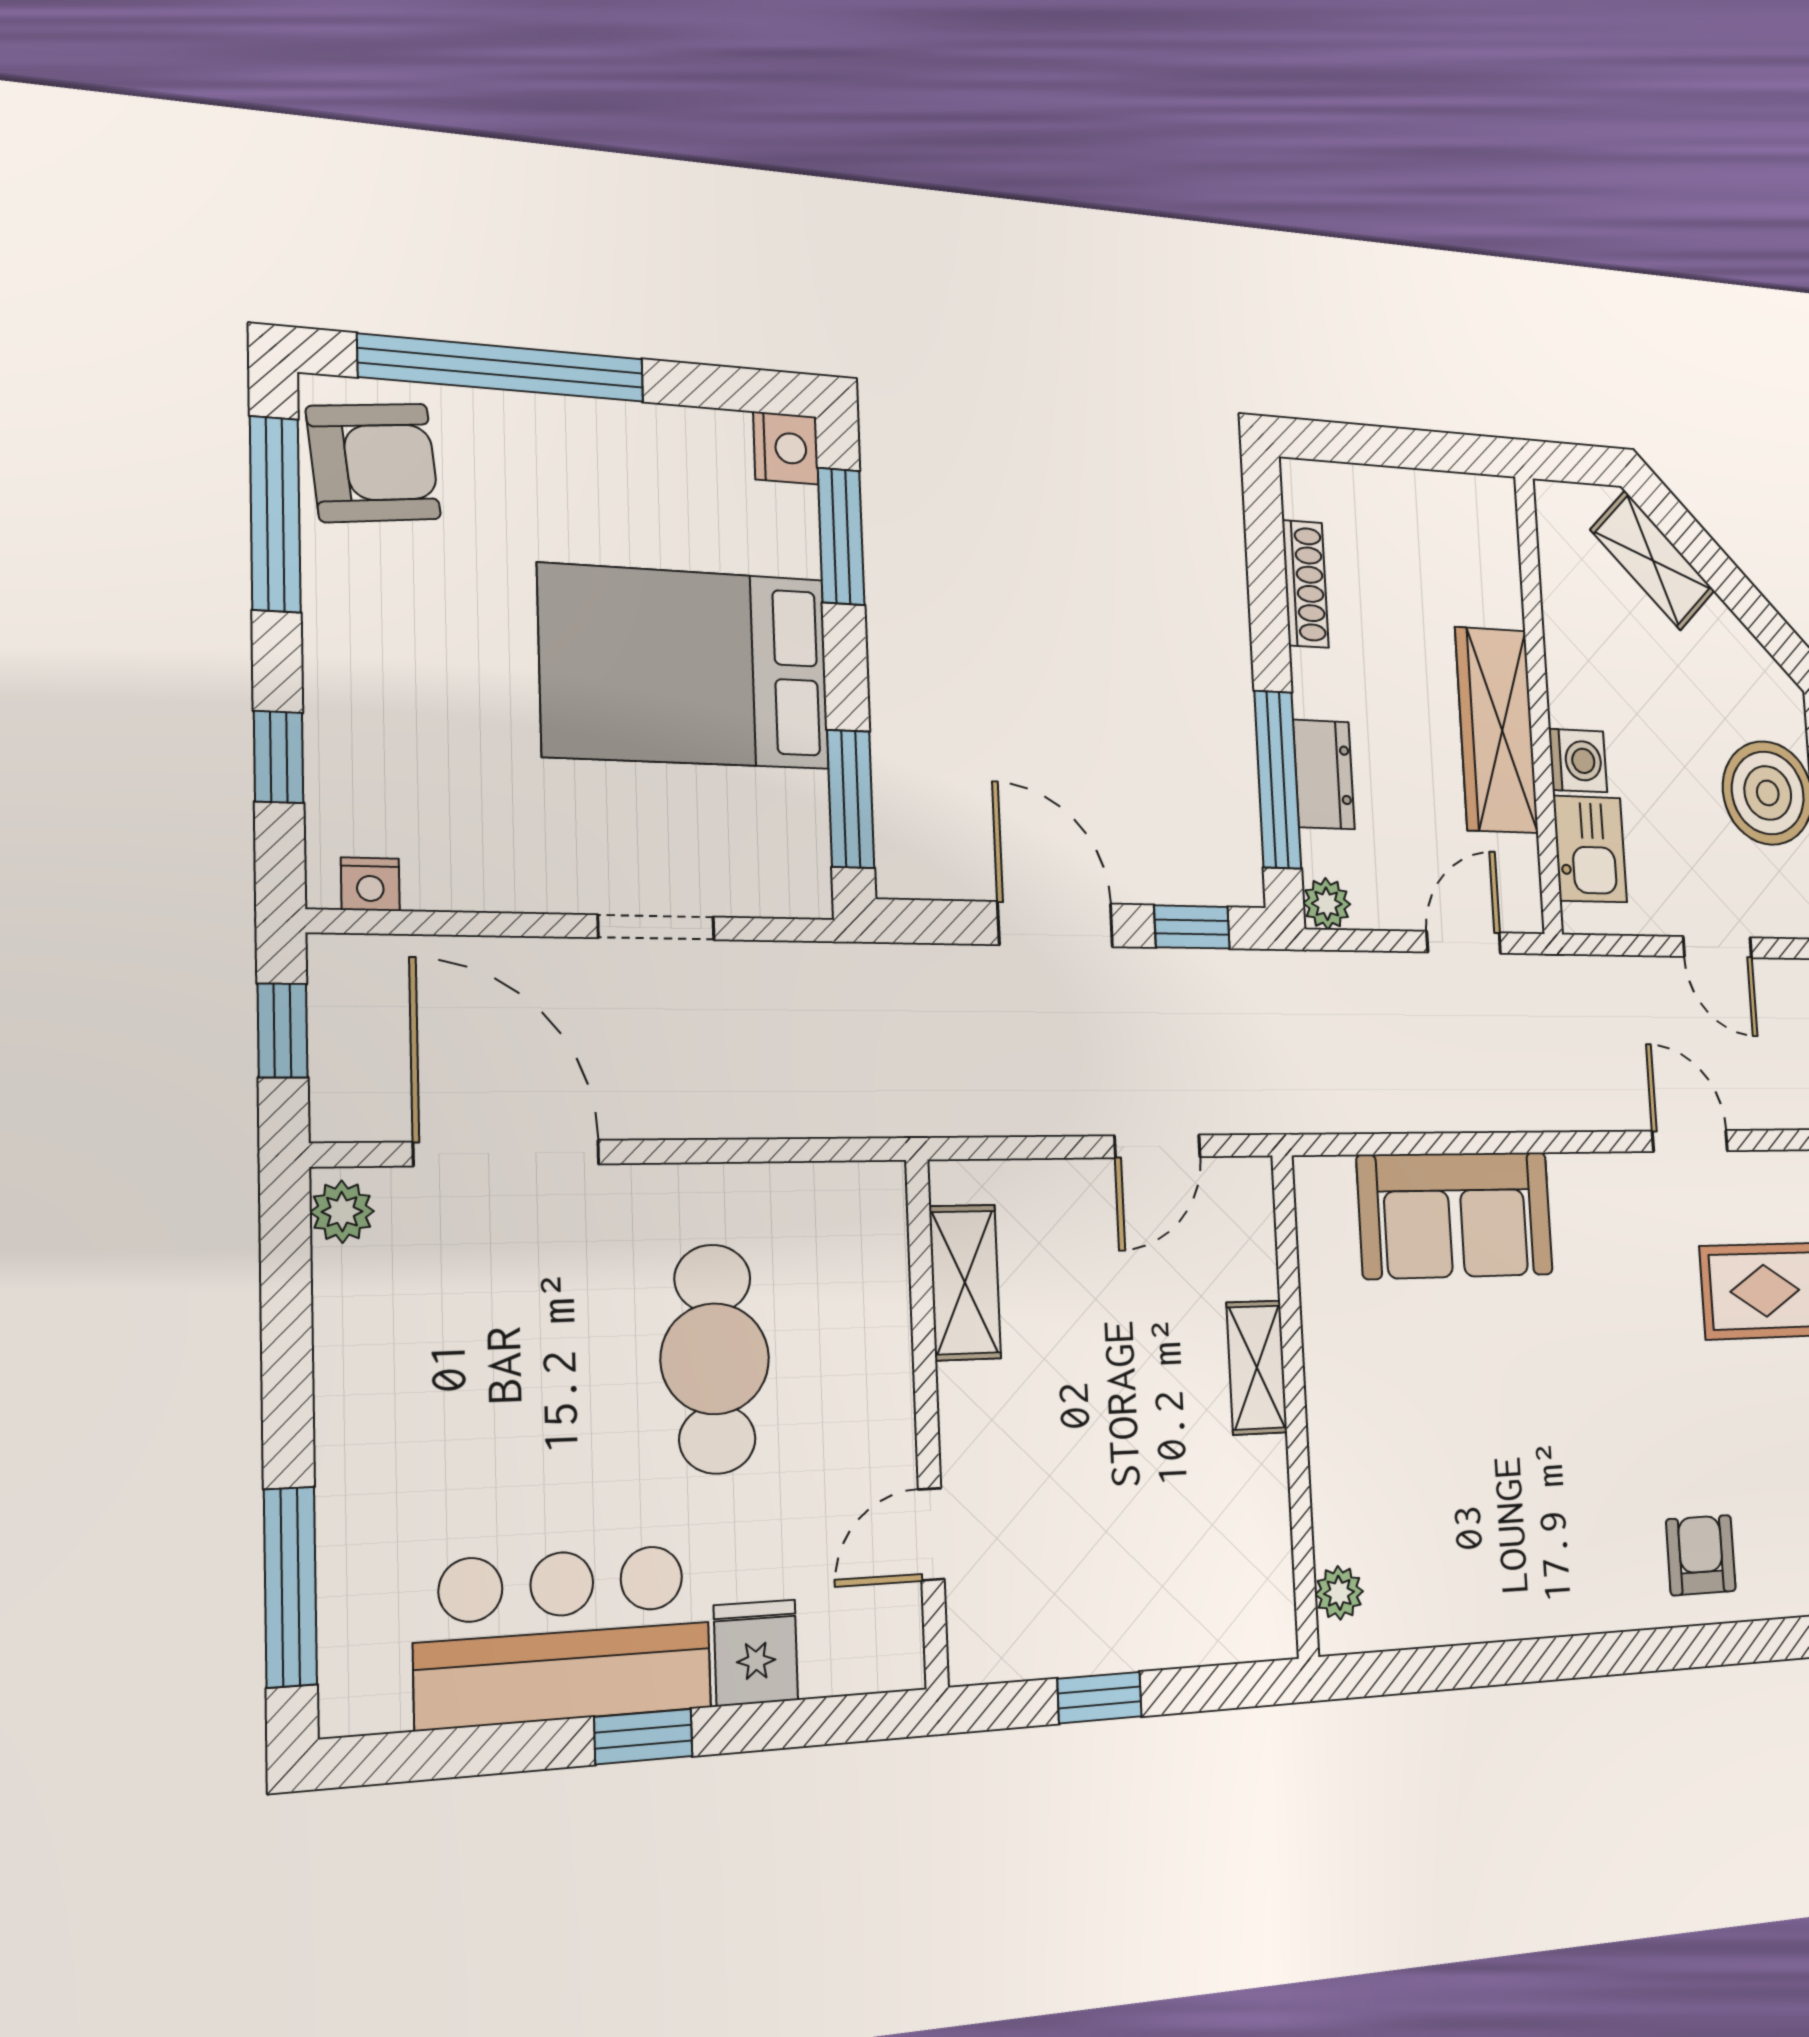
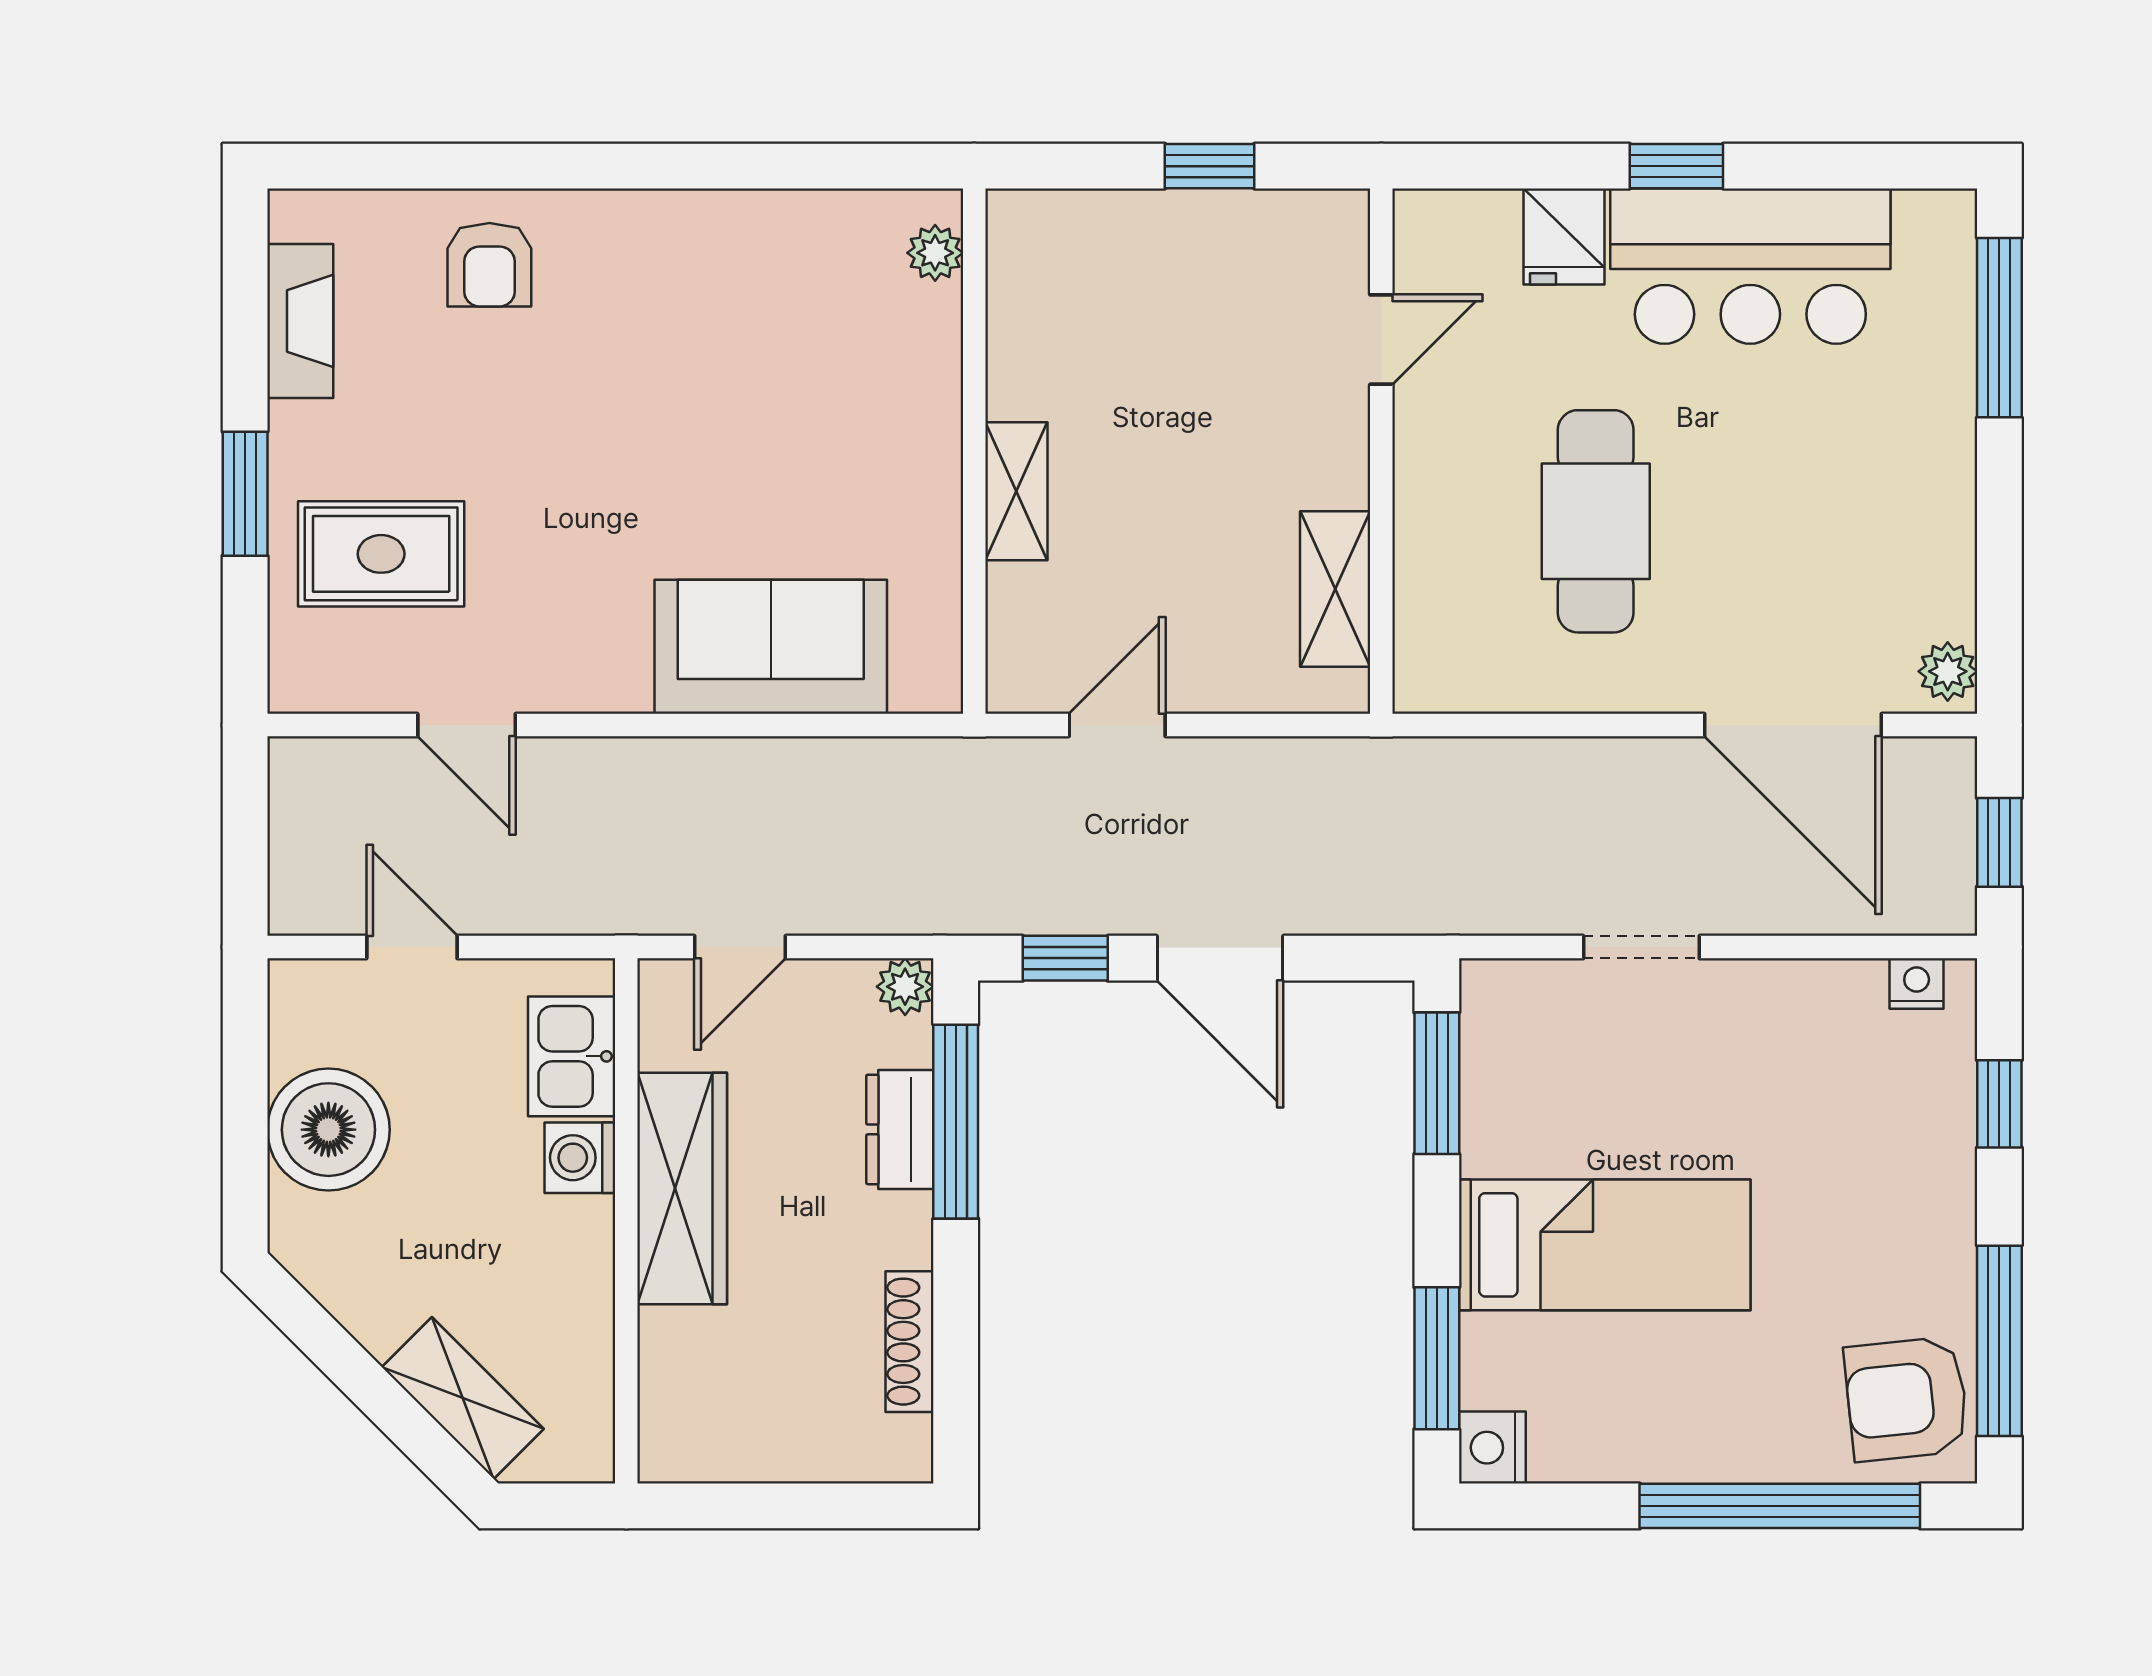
bed: (685, 667) -> (1605, 1245), width x0.67

